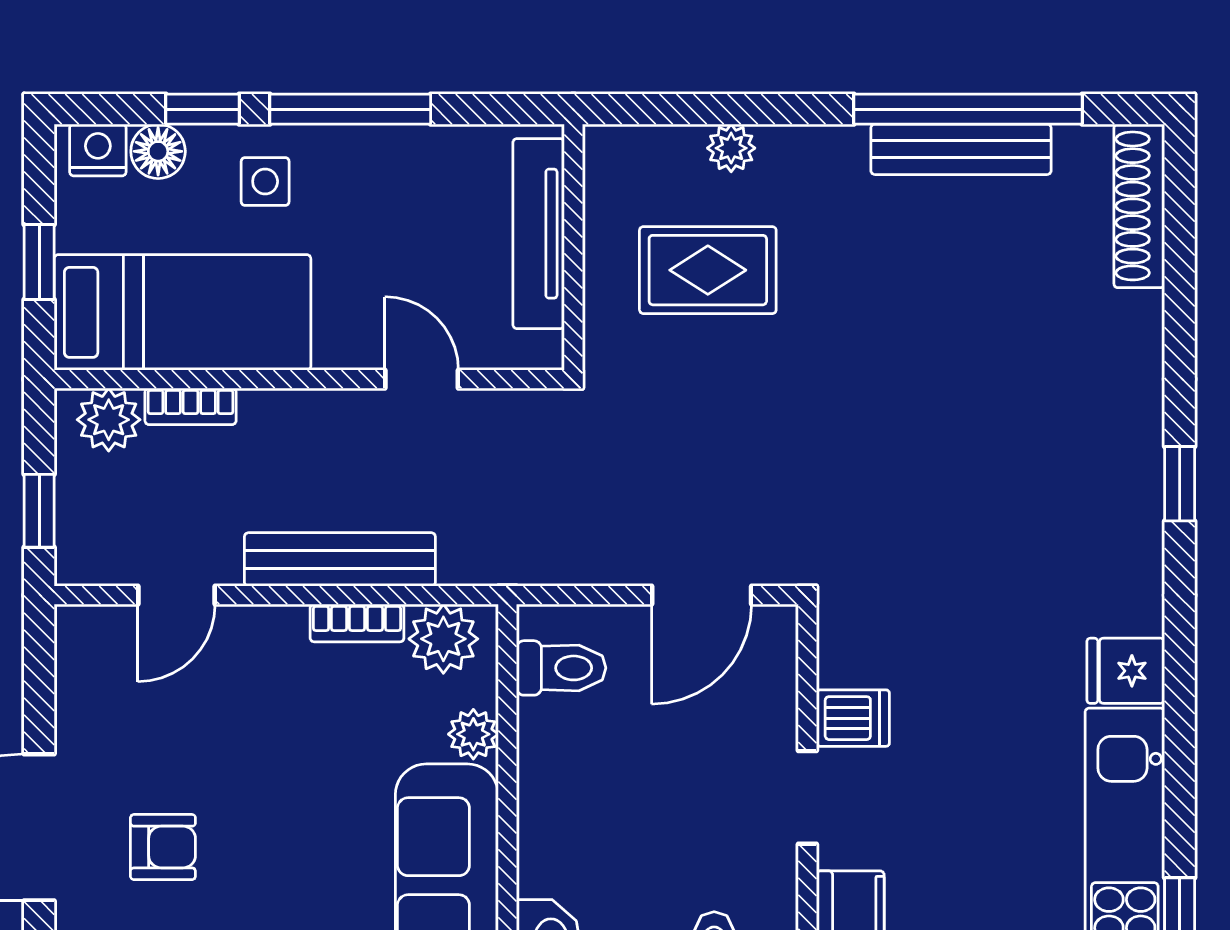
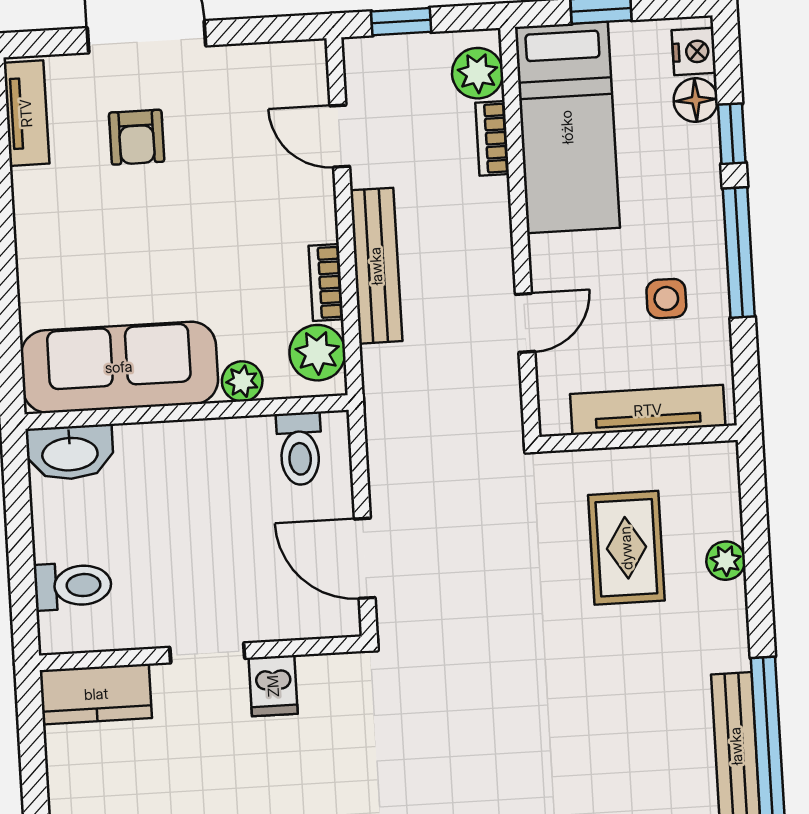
side table: (265, 181) -> (666, 299), moved

